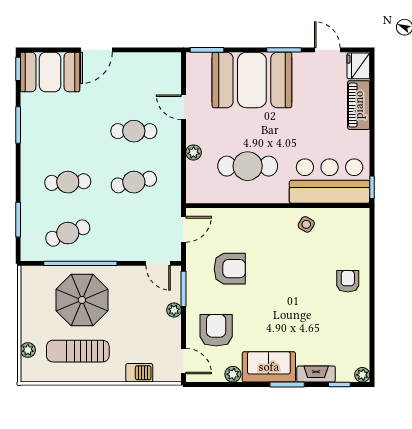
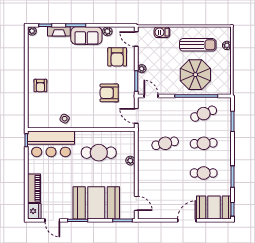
door: (183, 107) -> (136, 203), moved
cafe table: (134, 131) -> (204, 173), moved
door: (183, 229) -> (136, 116), hinge flipped

